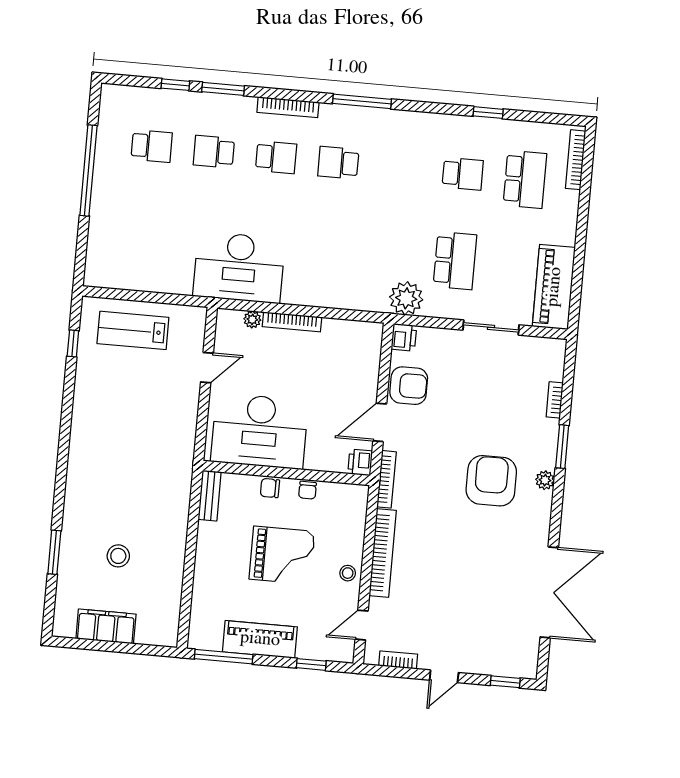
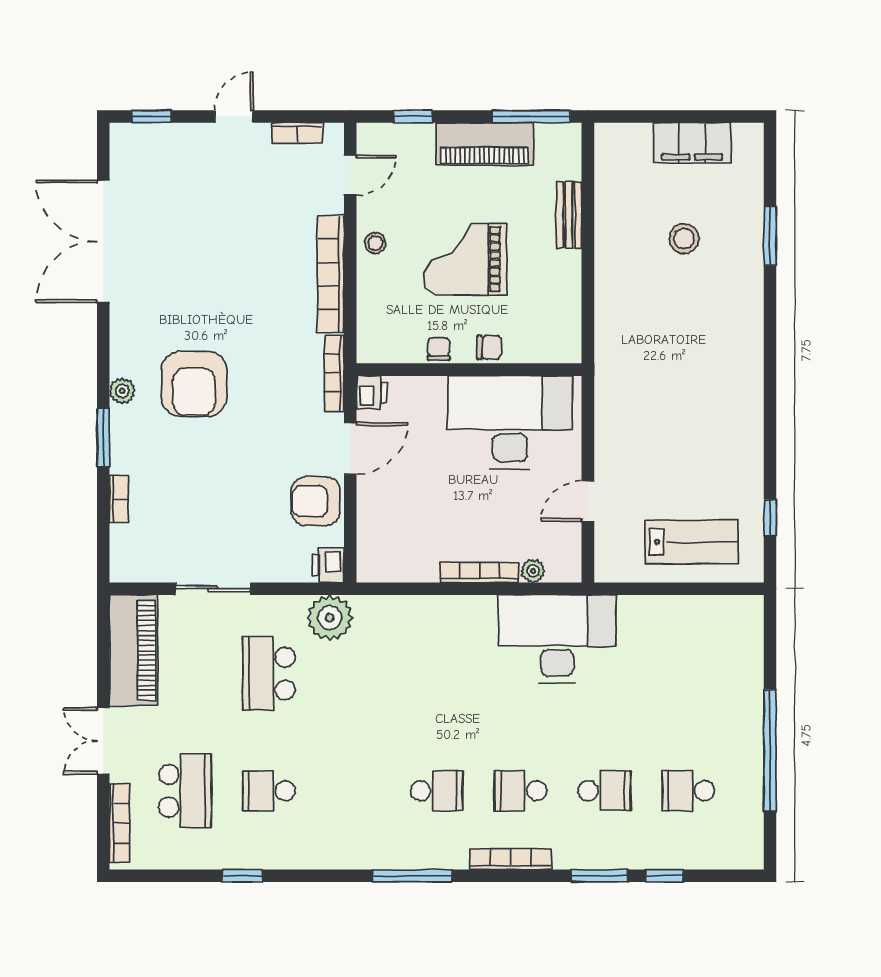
school desk: (525, 179) -> (185, 791), turned 180
double door: (582, 222) -> (103, 741), added
bench: (210, 496) -> (569, 215), moved

